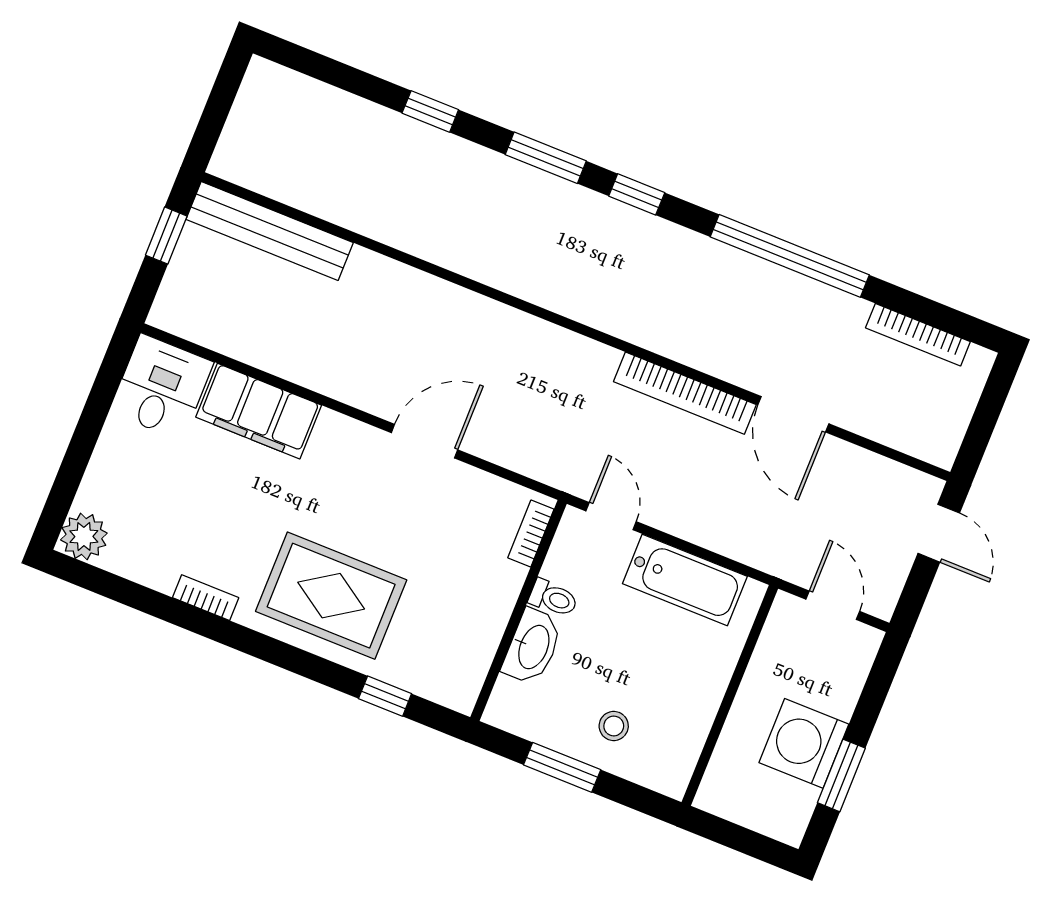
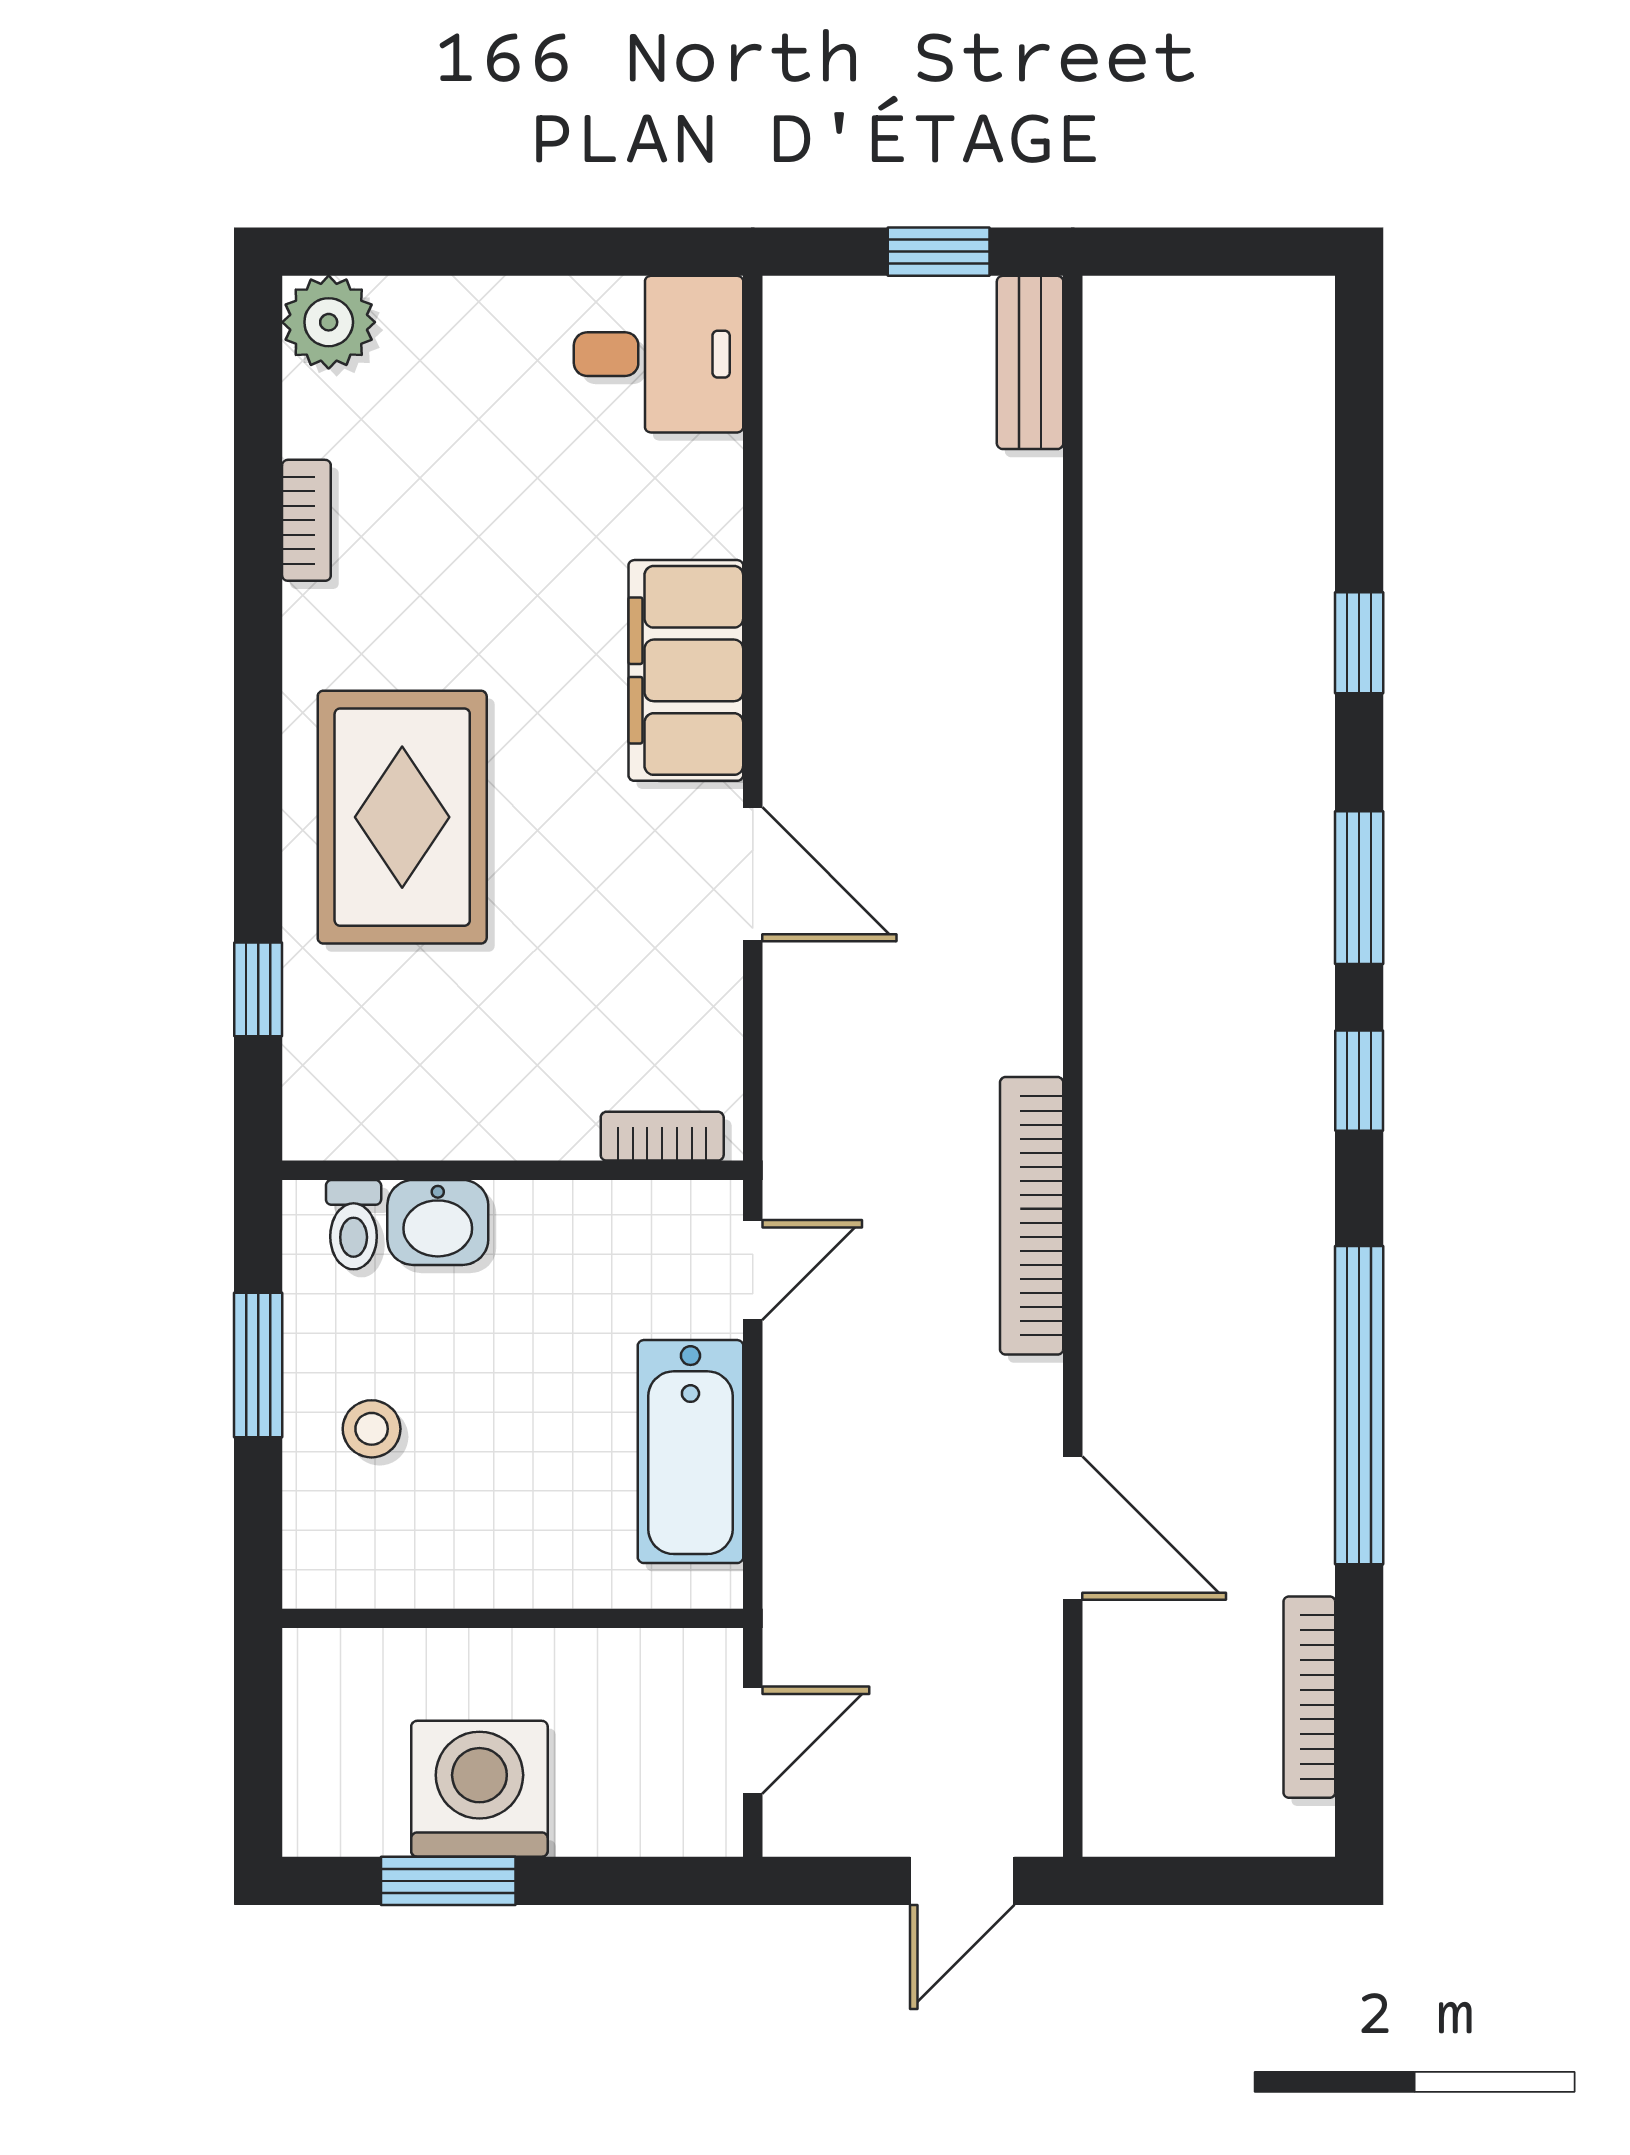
bench: (270, 231) -> (1030, 362), width x0.54, depth x0.82
bookcase: (685, 393) -> (1032, 1216), moved
filing cabinet: (259, 411) -> (686, 670), moved
door: (793, 414) -> (1073, 1528), swing flipped
bookcase: (206, 598) -> (306, 520), moved
toilet: (553, 598) -> (354, 1225), moved
washbasin: (533, 647) -> (438, 1222), width x0.72

